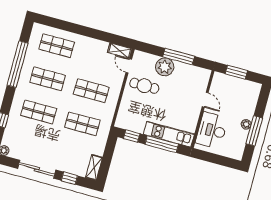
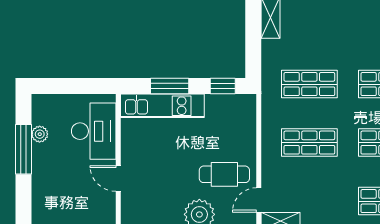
door: (129, 66) -> (259, 200), swing flipped
plant: (246, 124) -> (40, 134), moved
window: (162, 144) -> (170, 86), width x0.69

